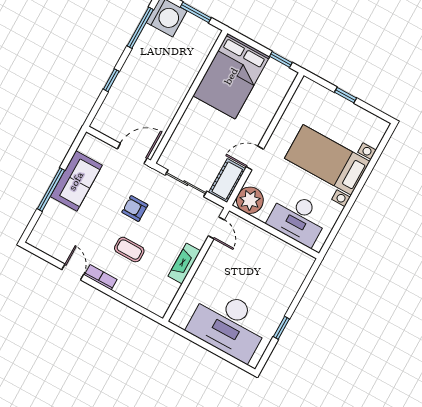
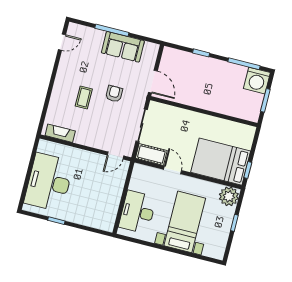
bed: (231, 76) -> (221, 162), moved
plant: (250, 200) -> (229, 196), moved
fireplace: (184, 263) -> (60, 133), moved
door: (73, 272) -> (62, 42), moved
bookcase: (101, 277) -> (59, 82), removed

